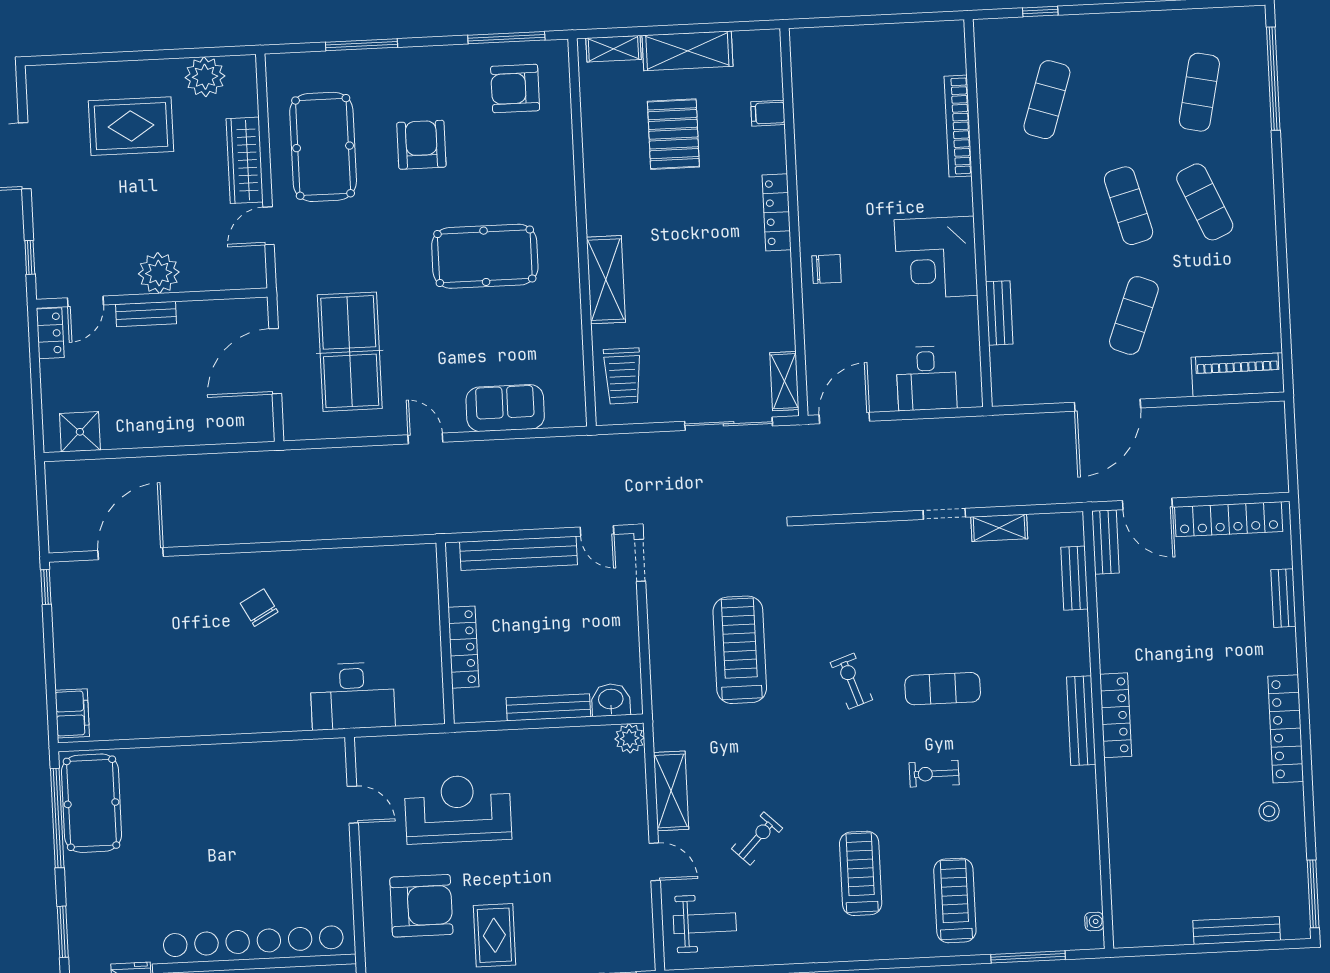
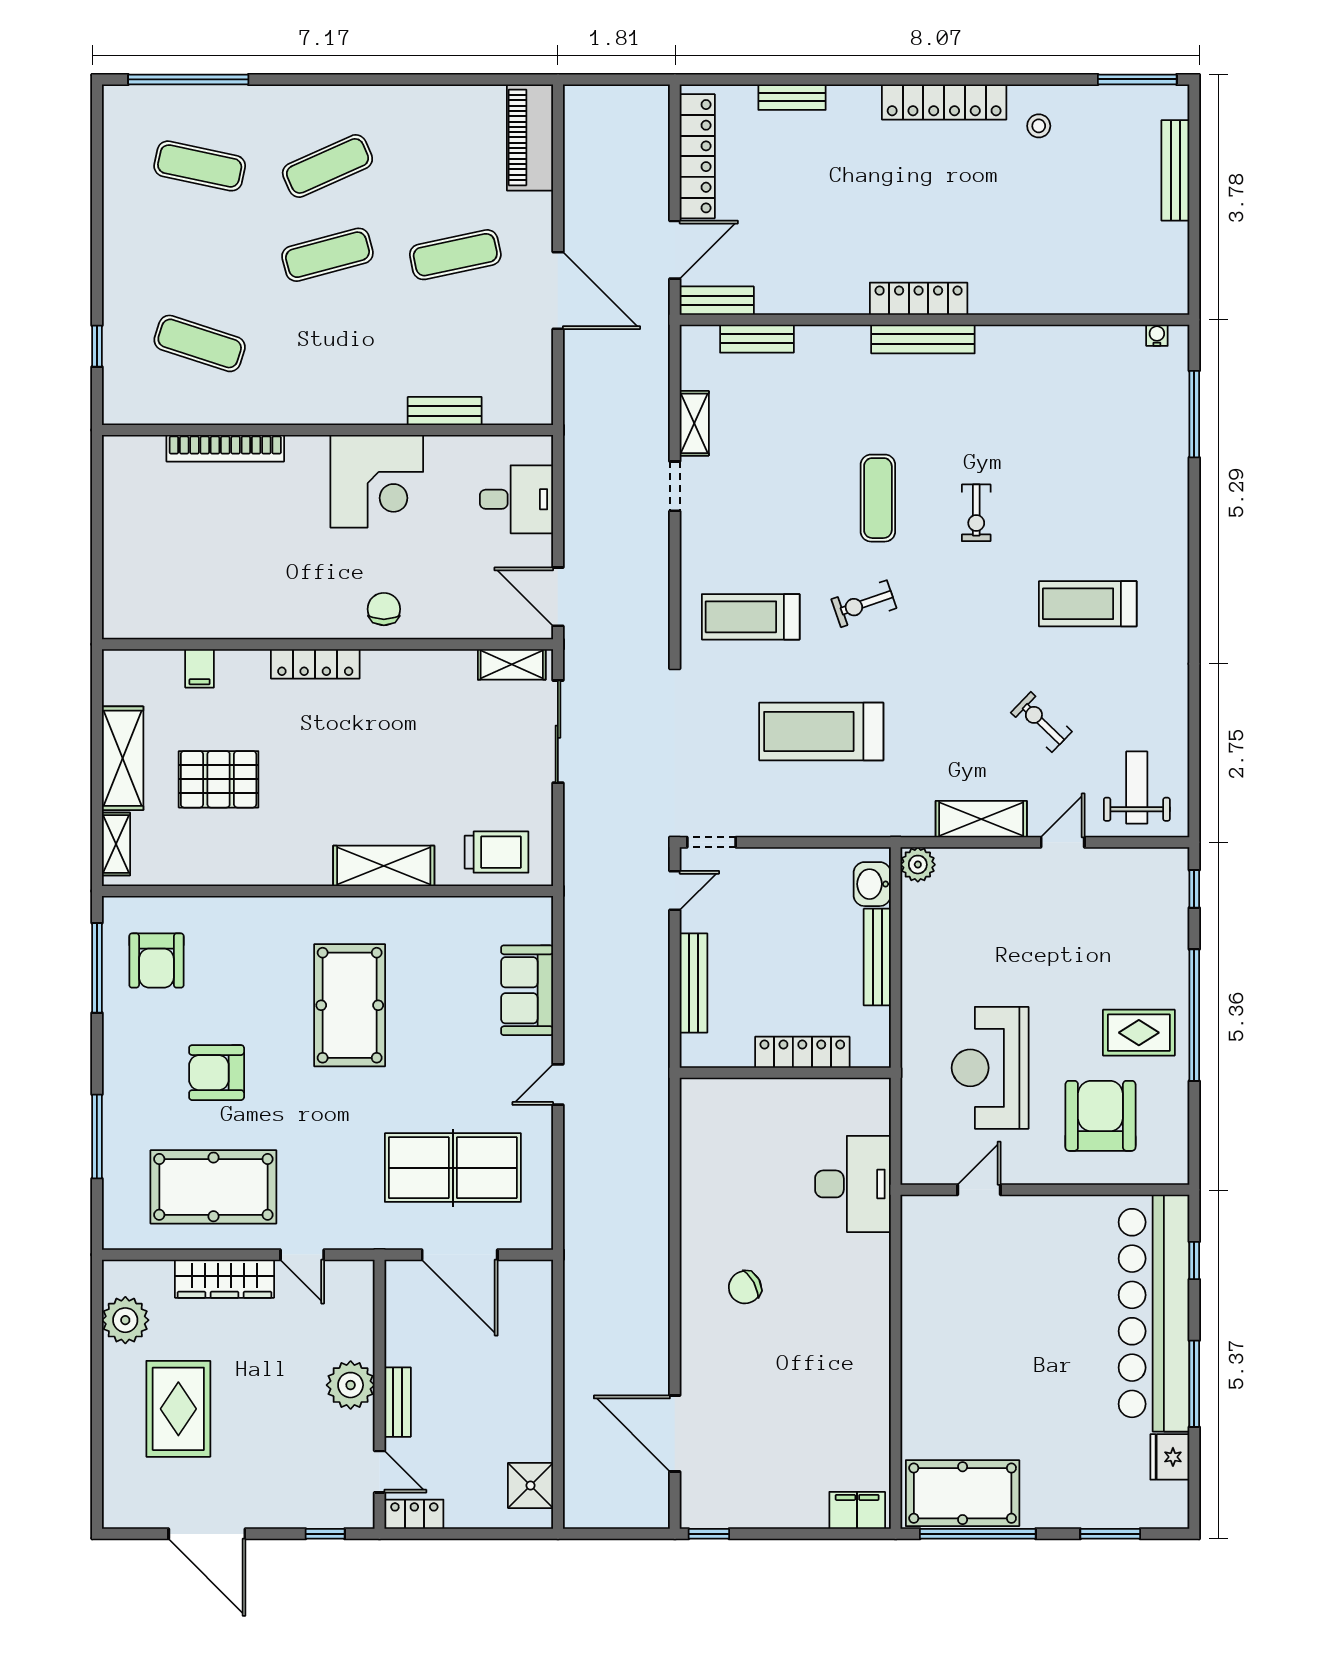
exercise mat: (1134, 315) -> (455, 255), turned -33
bench: (518, 553) -> (694, 983), width x0.73, depth x0.82
treadmill: (955, 900) -> (751, 617), moved

